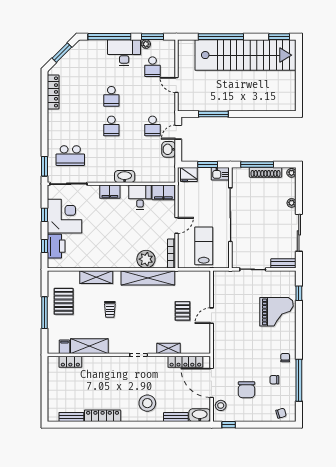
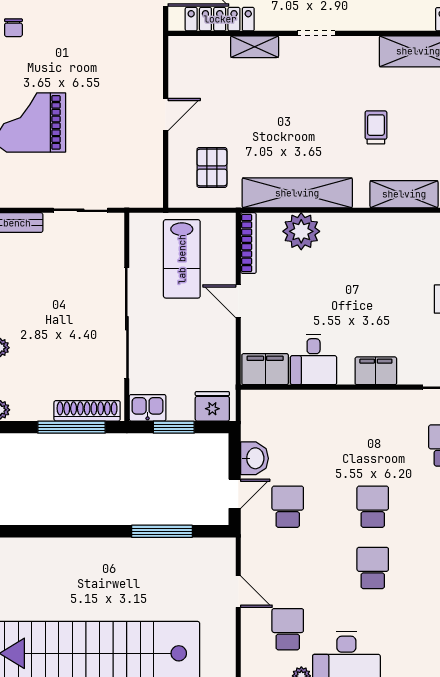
shoe rack: (265, 172) -> (87, 411), moved
washbasin: (125, 176) -> (345, 402), removed
door: (176, 225) -> (238, 301), hinge flipped
pallet: (183, 311) -> (212, 167), moved

